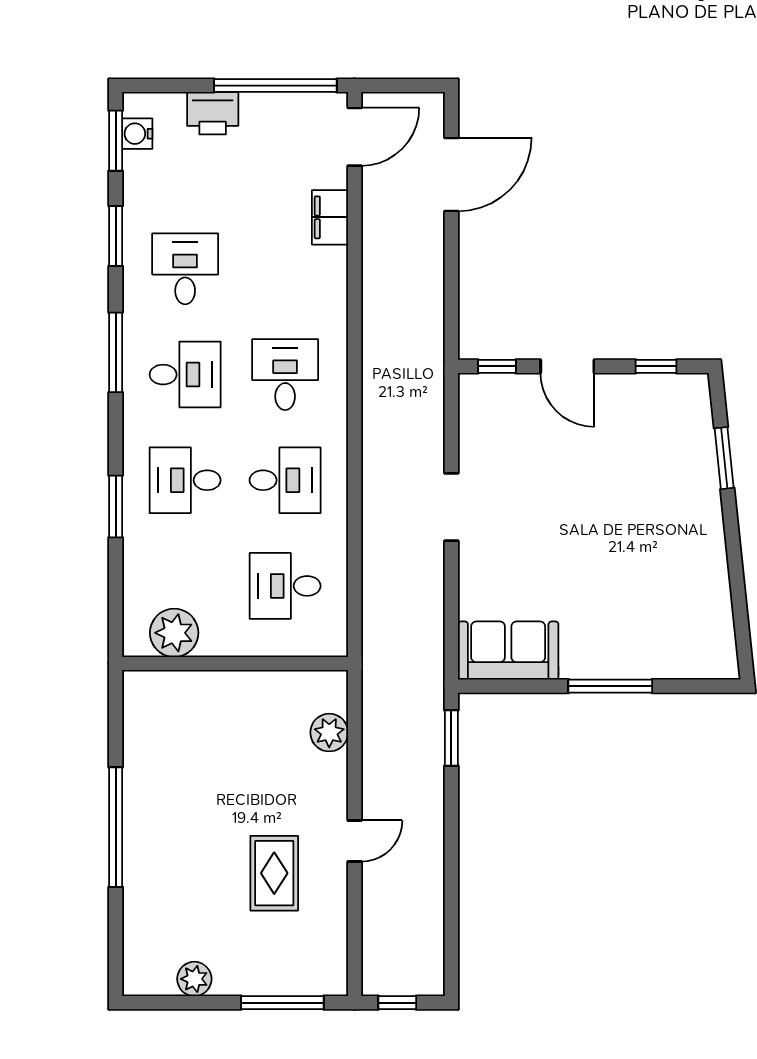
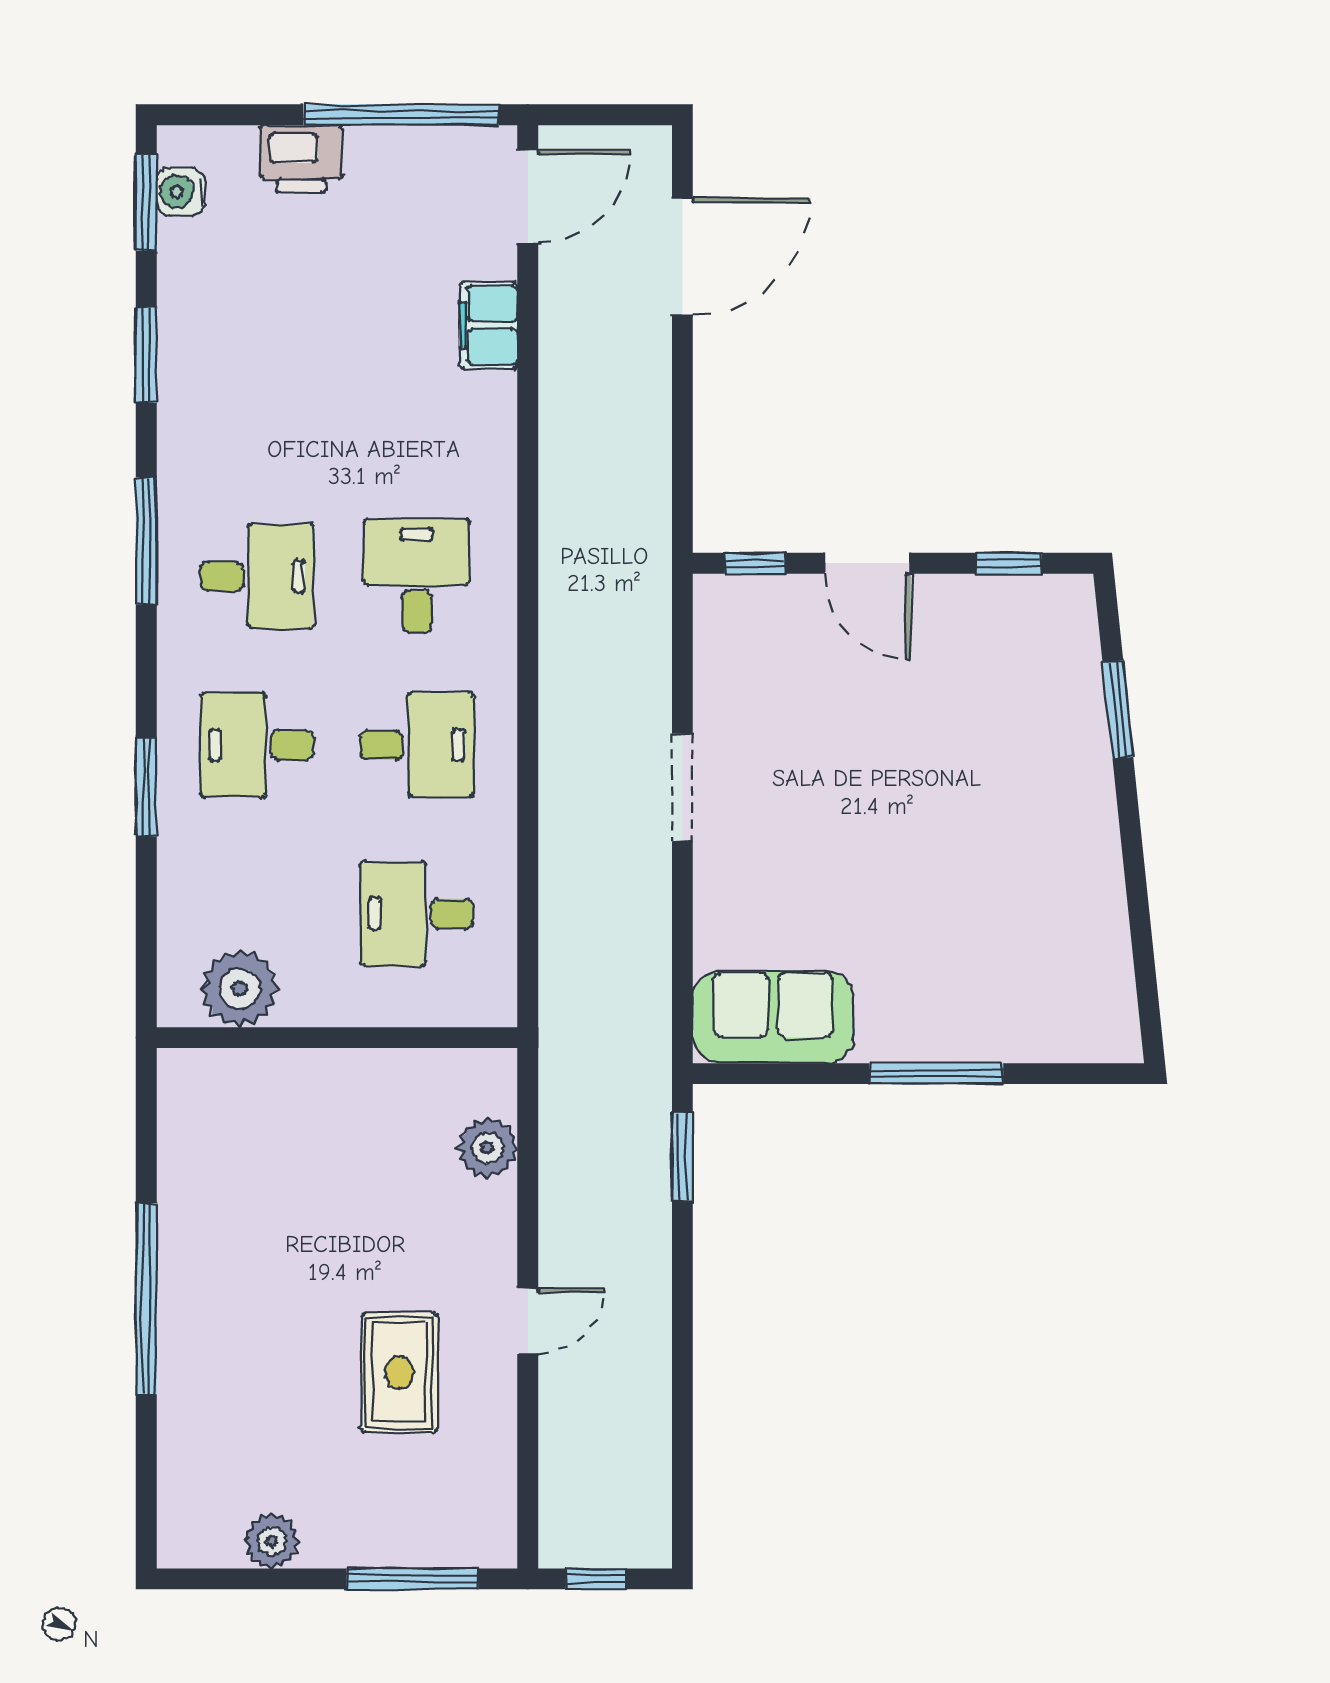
desk: (185, 269) -> (257, 407), removed

